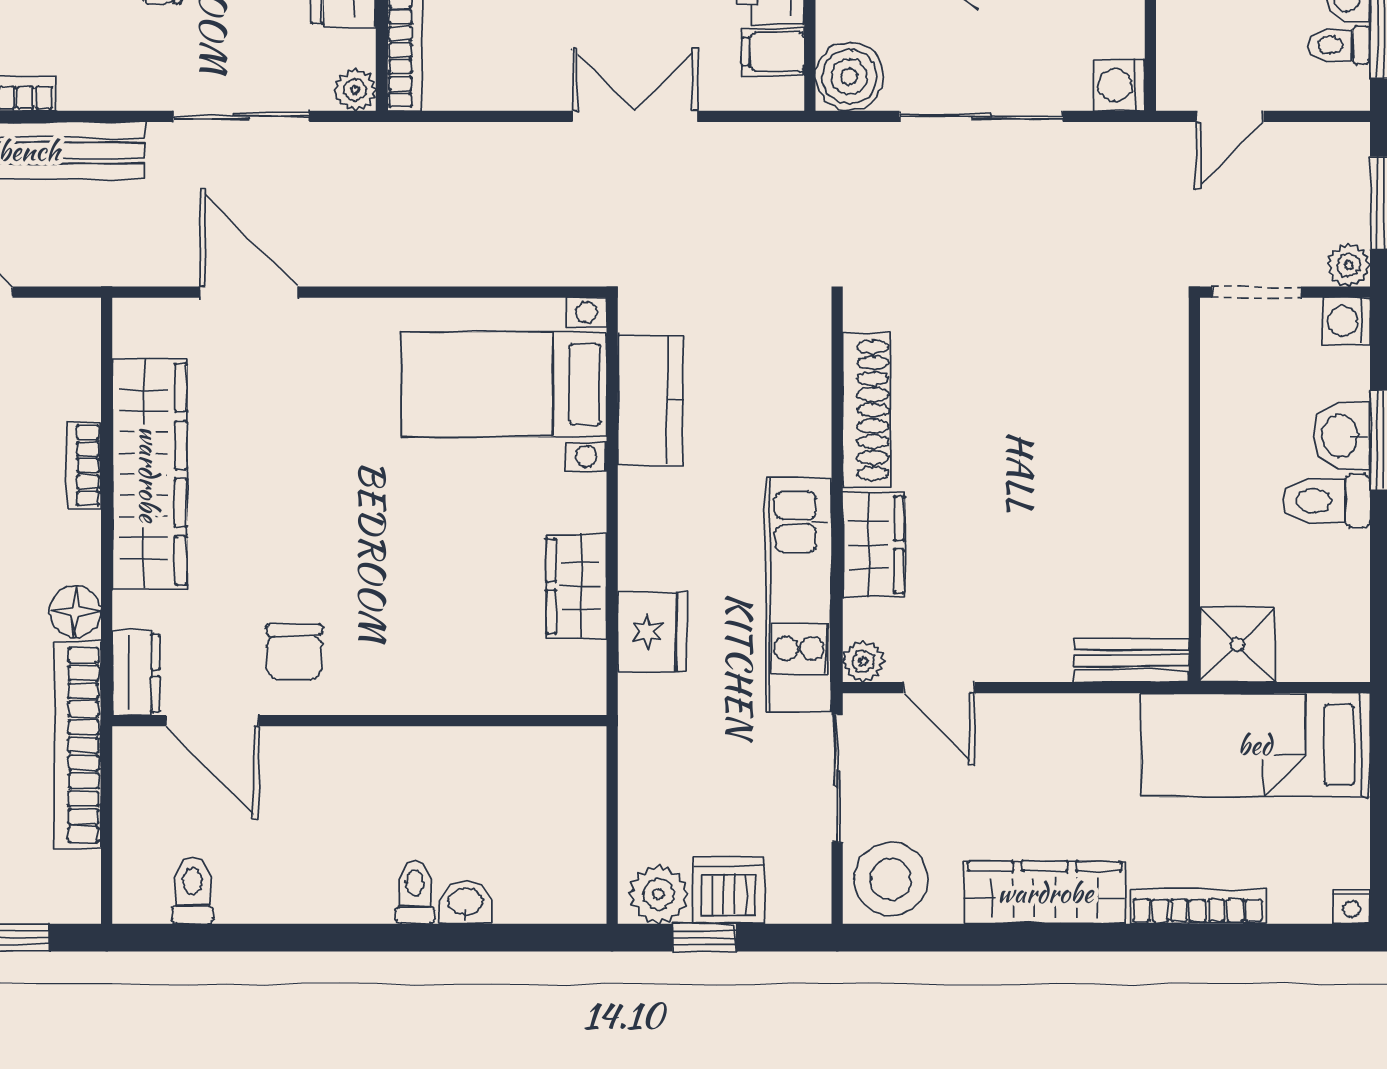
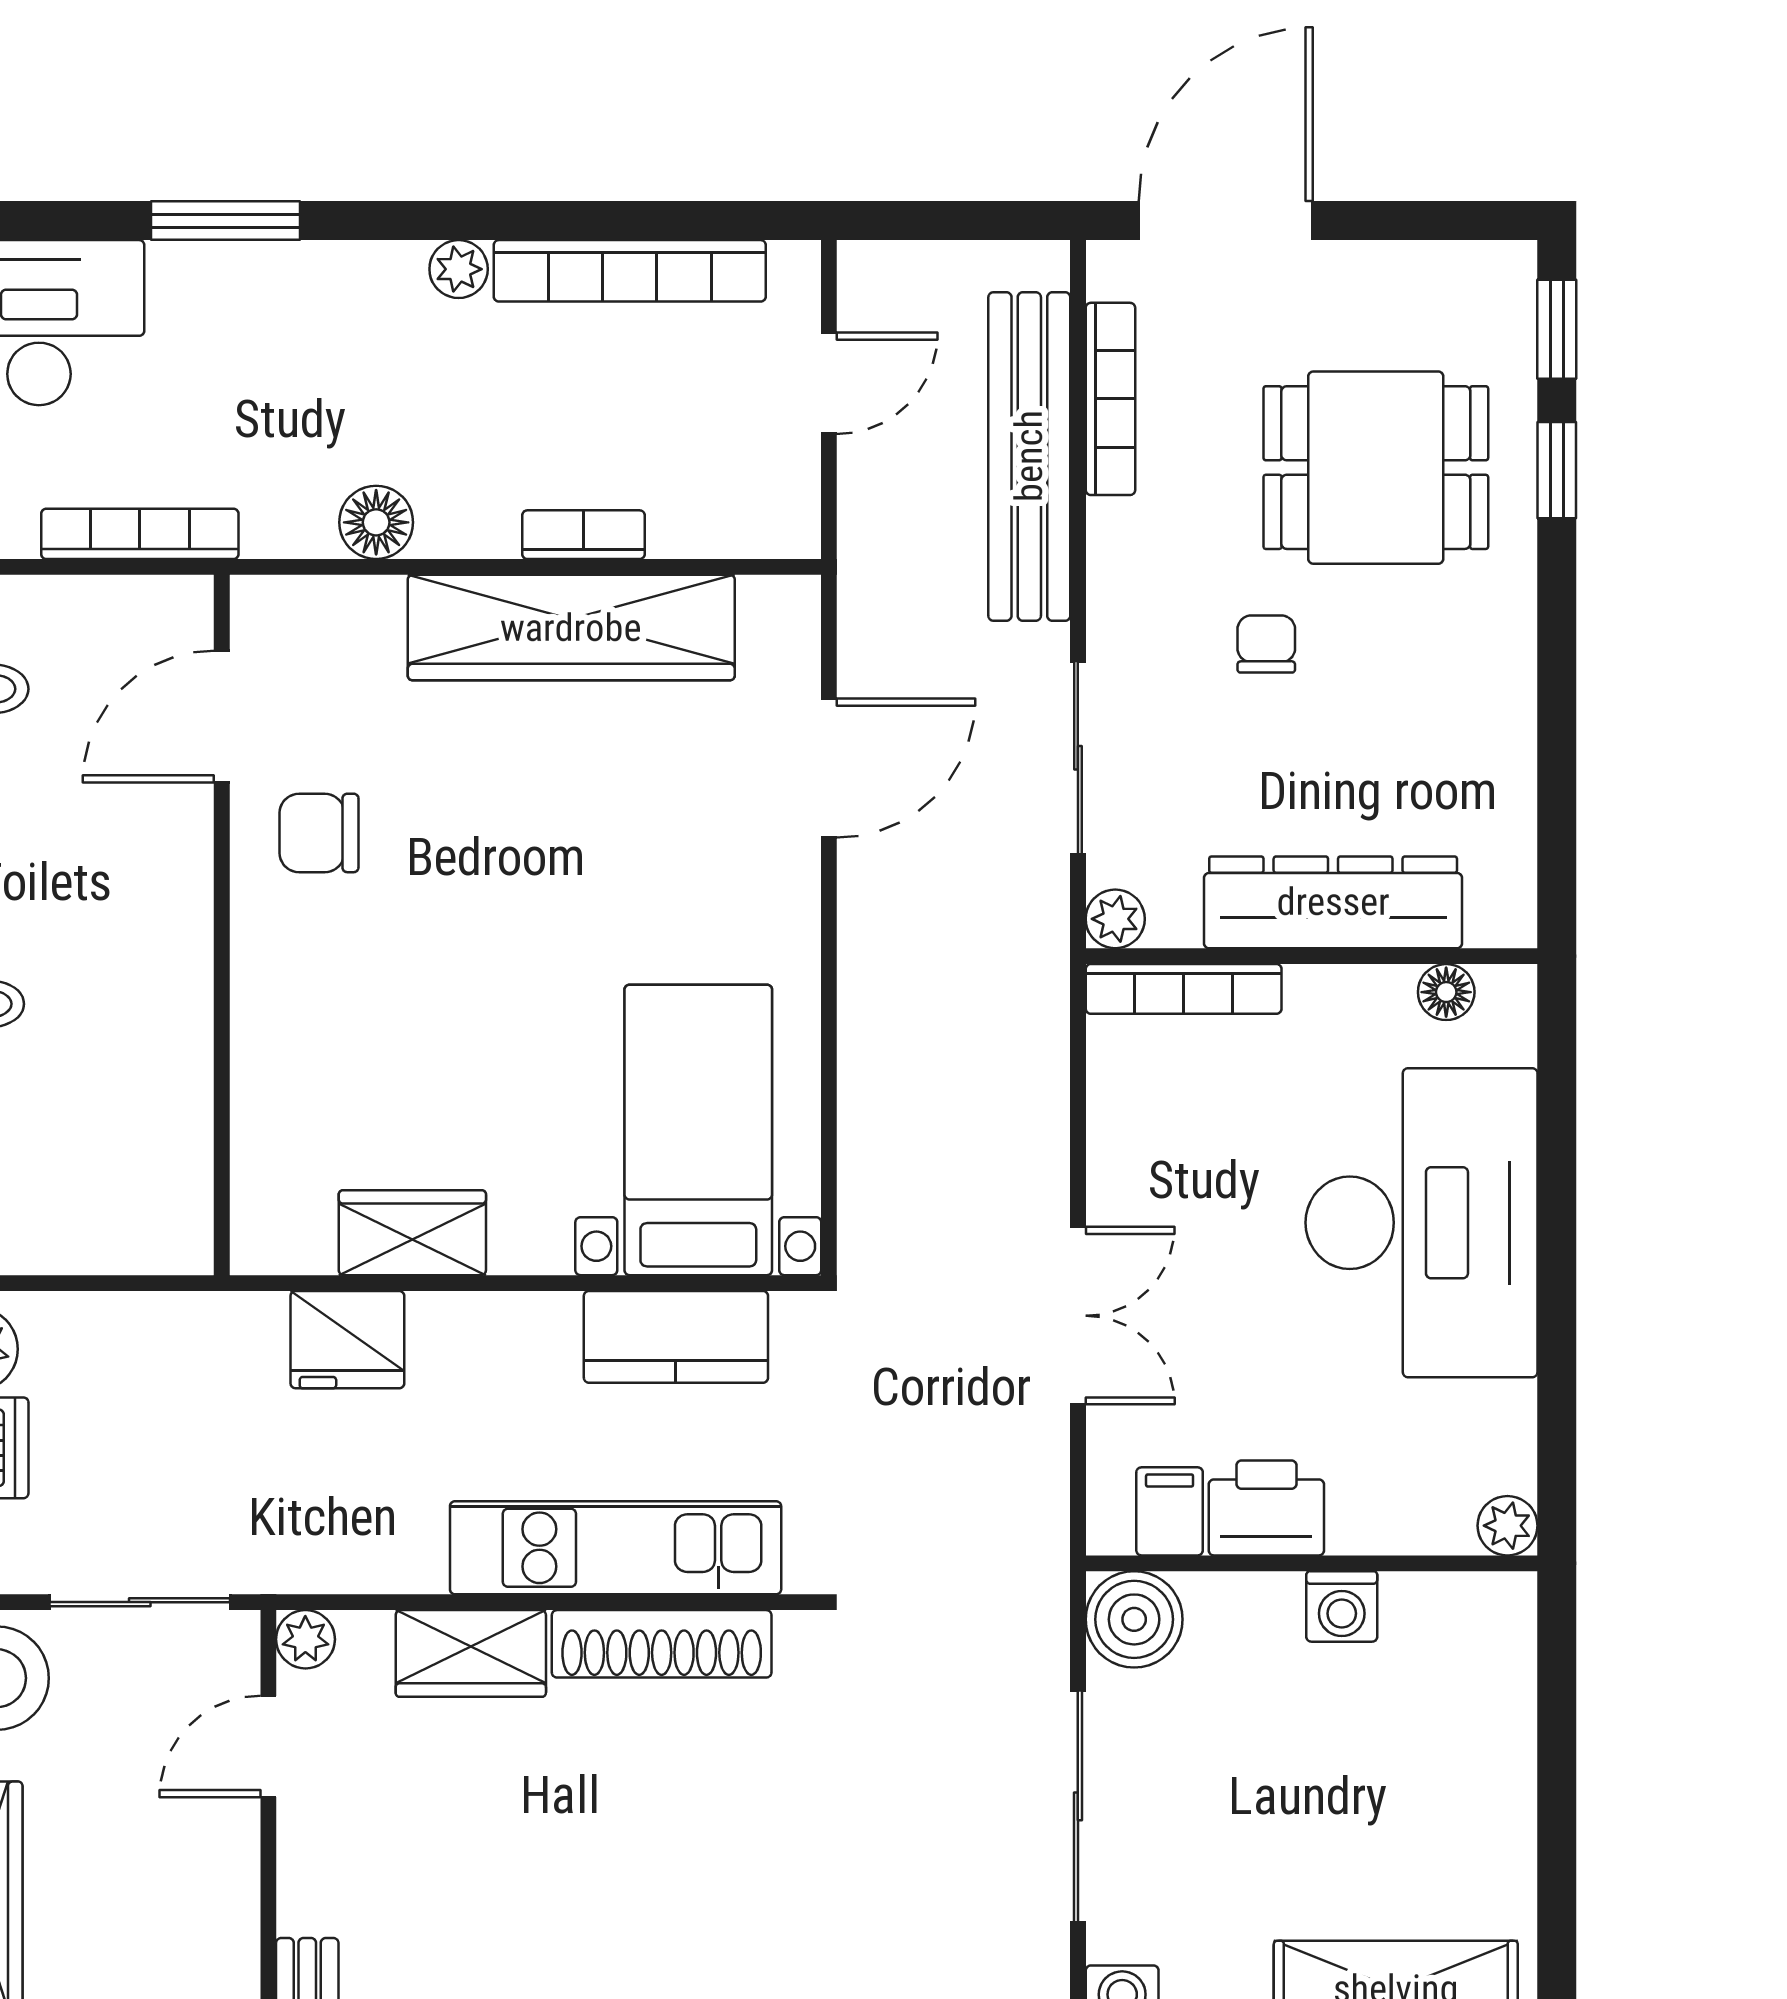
kitchen unit: (799, 595) -> (616, 1548), moved
dresser: (136, 673) -> (289, 608), removed
bookcase: (78, 745) -> (140, 534), width x0.68, depth x0.76

